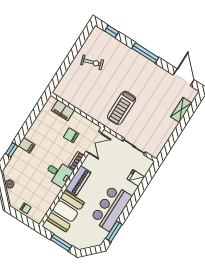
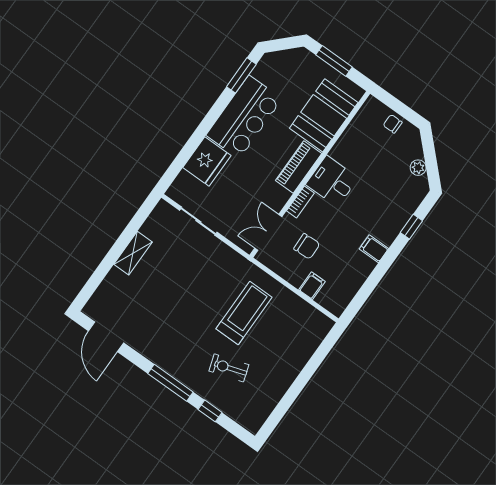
window: (112, 31) -> (210, 411), moved
exercise bike: (92, 62) -> (229, 368), moved
treadmill: (122, 108) -> (244, 313), moved
filing cabinet: (63, 110) -> (312, 286), width x0.50
shelving: (181, 110) -> (133, 253), moved
filing cabinet: (27, 145) -> (374, 249), moved
fridge: (136, 178) -> (207, 161), width x1.88, depth x1.34

